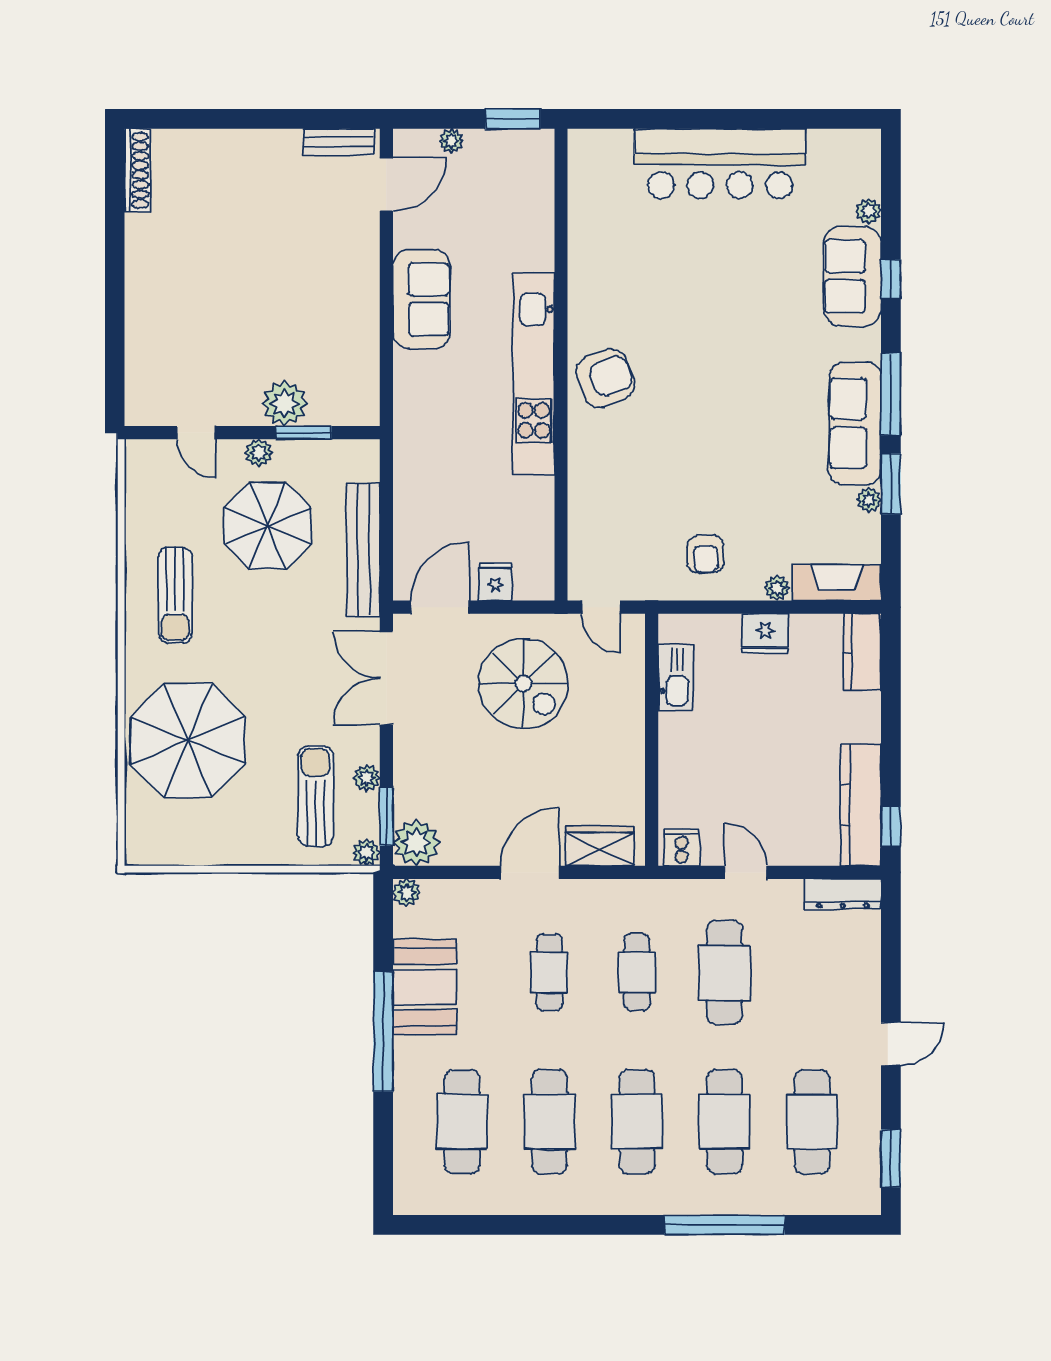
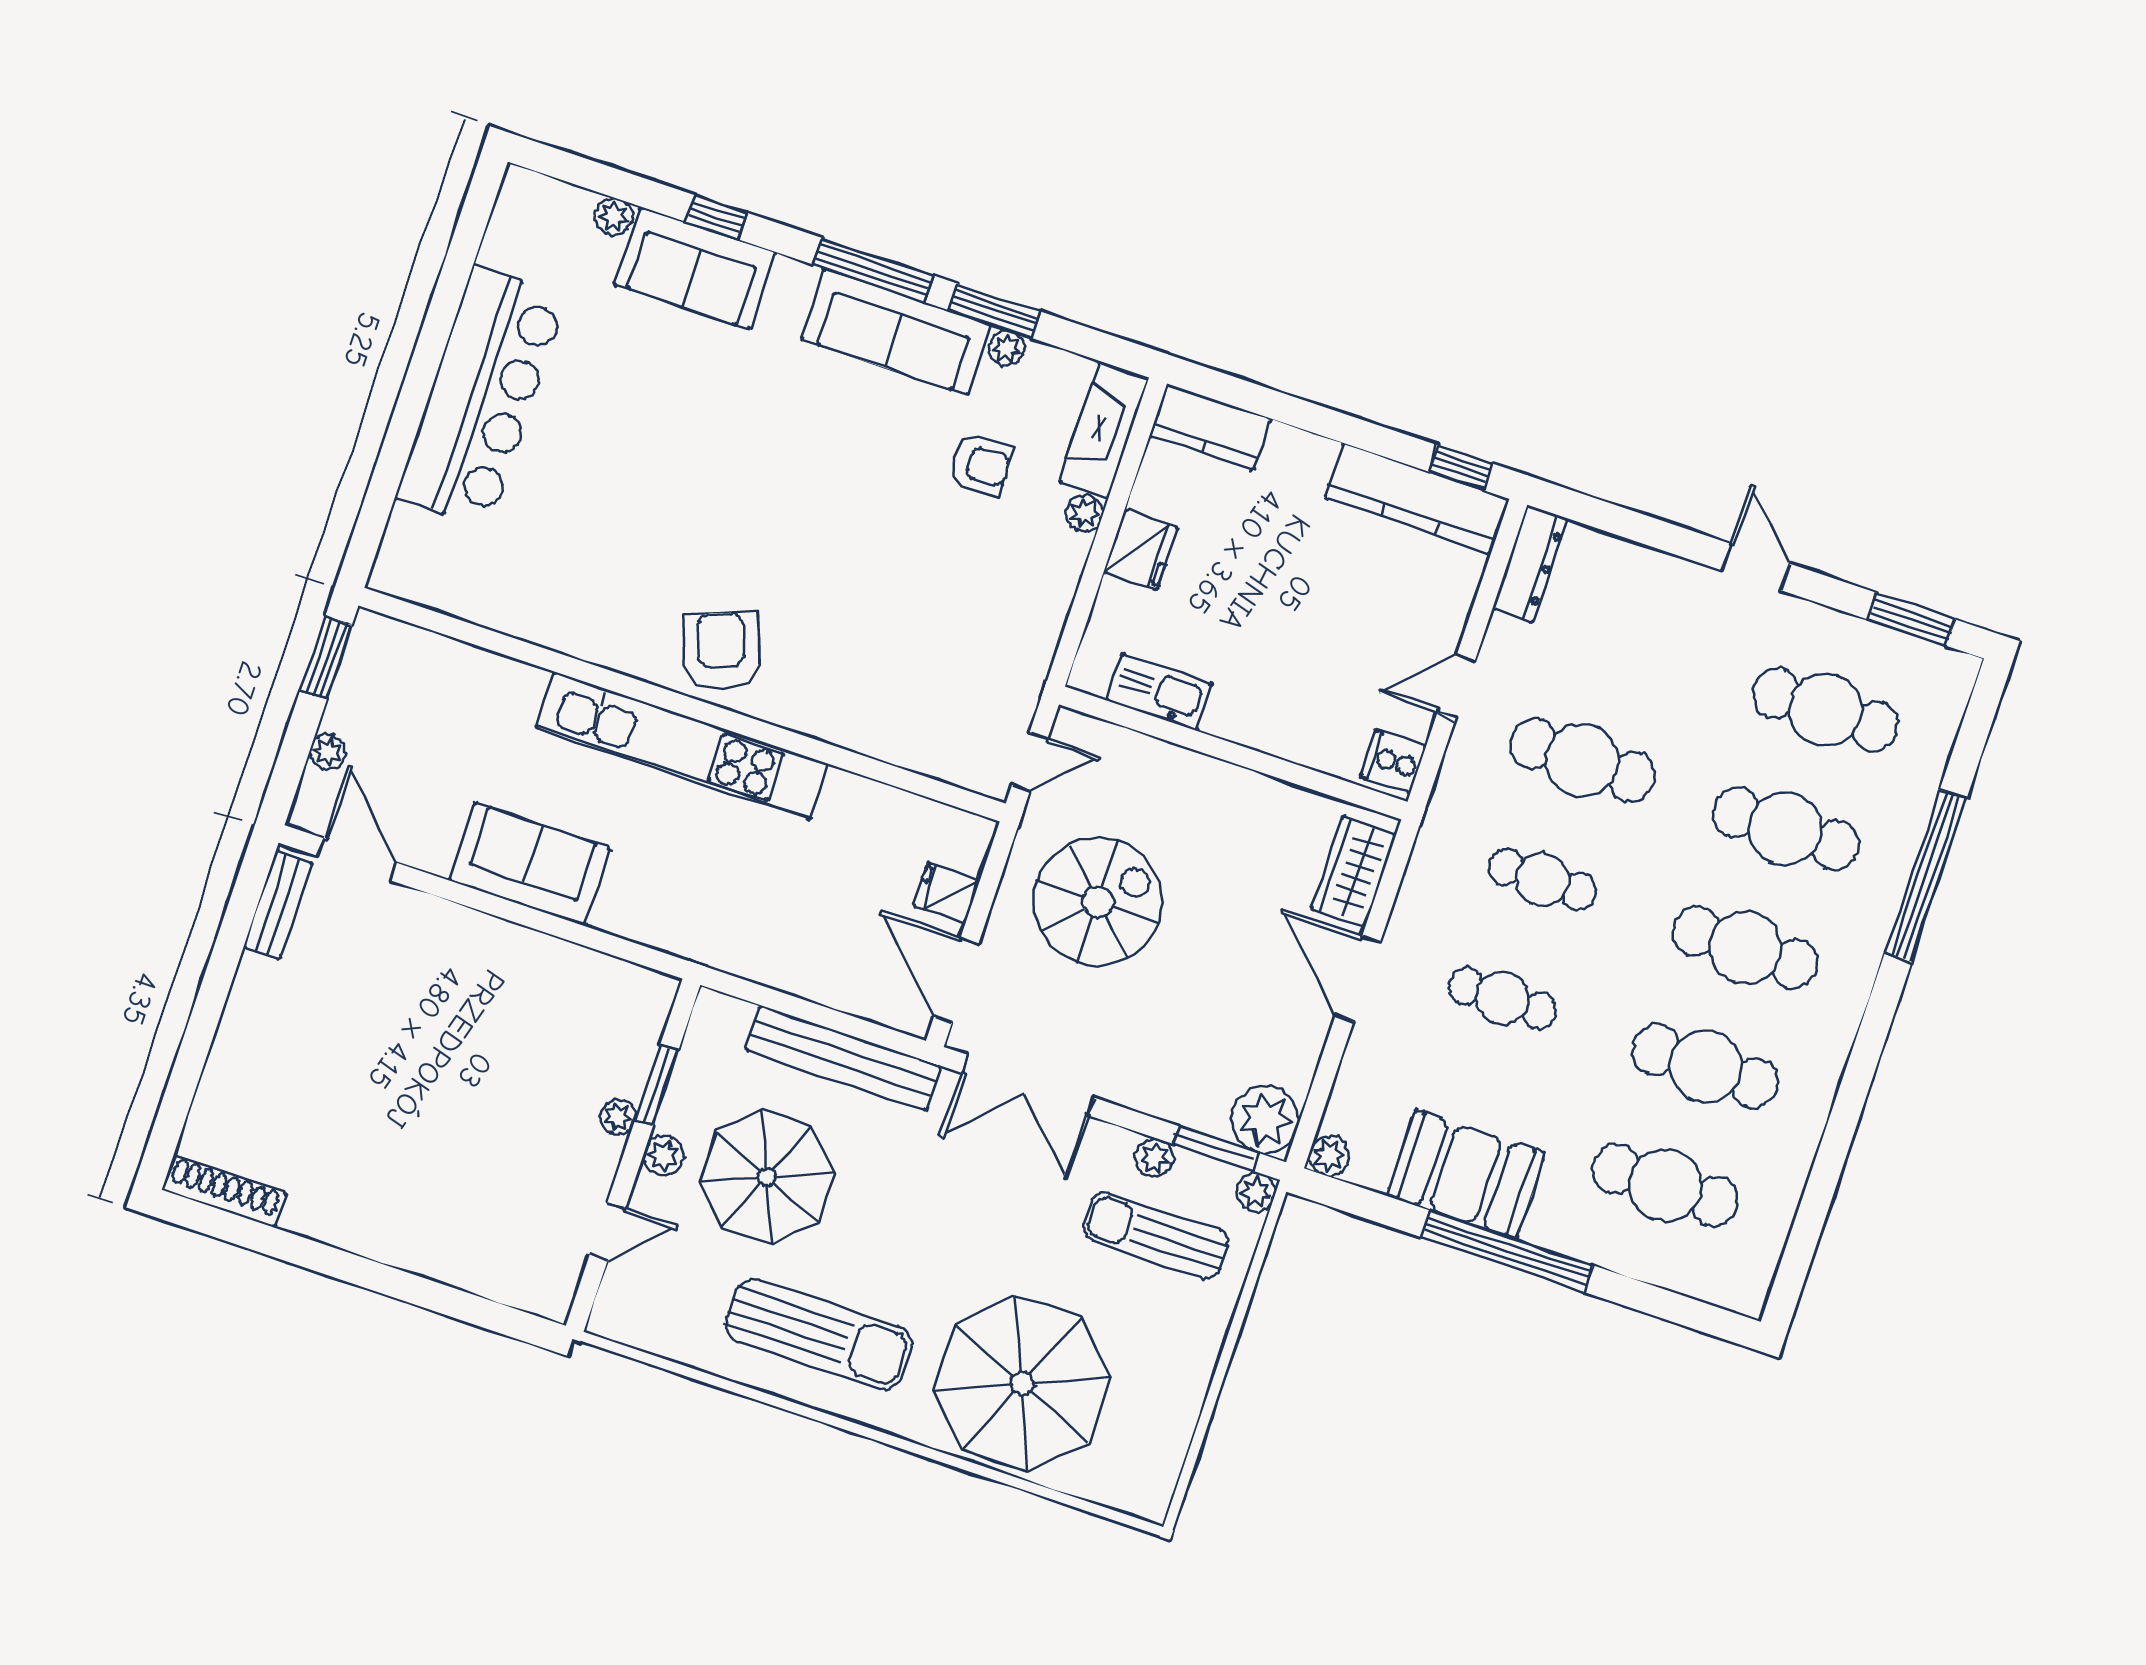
plant: (285, 404) -> (618, 1117), width x0.53, depth x0.53
armchair: (705, 554) -> (981, 465), moved
sun lounger: (175, 595) -> (819, 1334), width x1.36, depth x1.34

